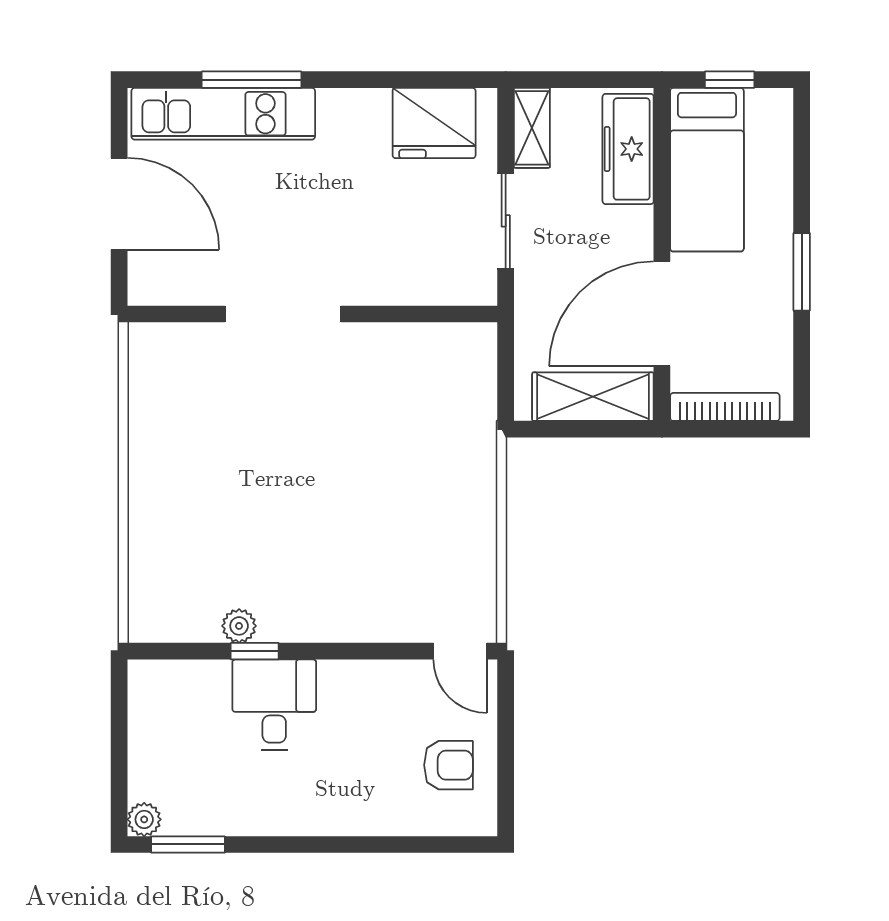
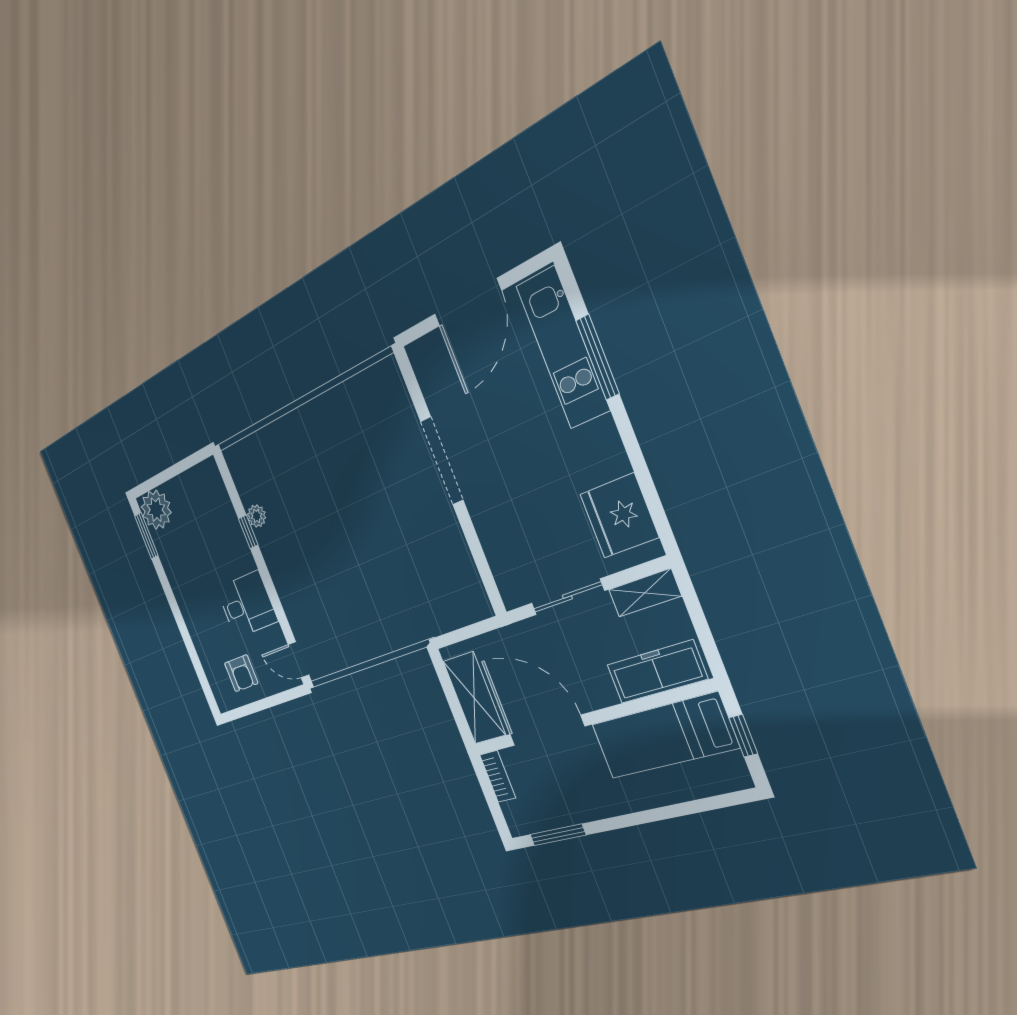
window: (802, 272) -> (558, 835), moved
bookcase: (725, 407) -> (498, 776), width x0.64
door: (460, 651) -> (298, 660), hinge flipped
desk: (274, 705) -> (247, 605), moved
plant: (144, 819) -> (156, 510), width x1.88, depth x1.88

